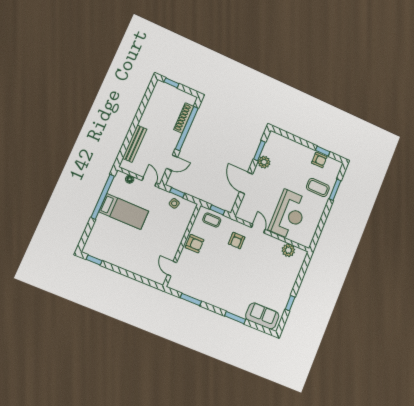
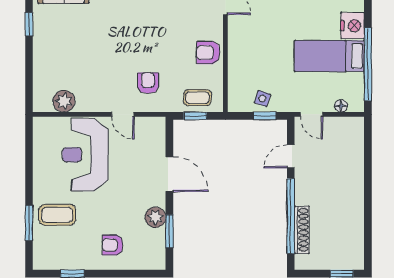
bench: (135, 144) -> (356, 160), removed
armchair: (319, 160) -> (113, 245), moved
nightstand: (102, 224) -> (352, 26), added

